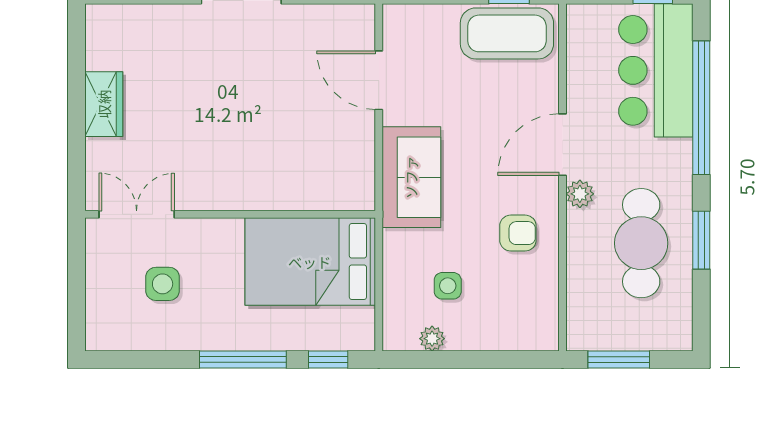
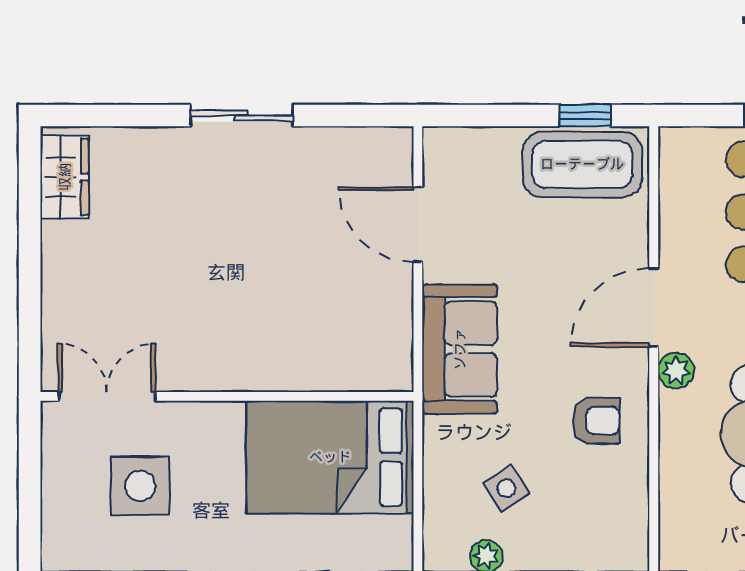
wardrobe: (104, 104) -> (65, 177), moved
side table: (163, 284) -> (140, 486), width x1.37, depth x1.37
side table: (448, 286) -> (506, 488), turned -33

